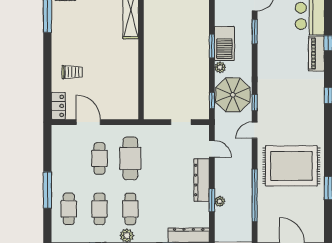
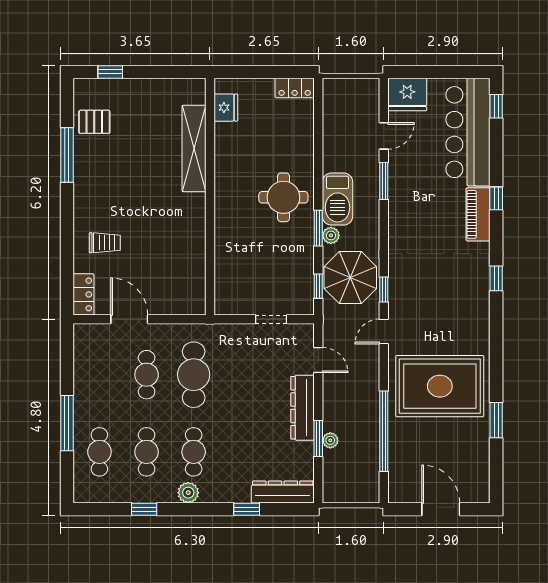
round table: (189, 42) -> (283, 197), added
window: (212, 46) -> (318, 228), moved

